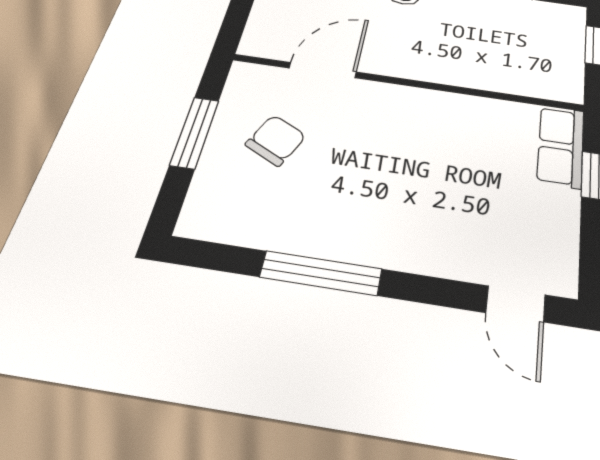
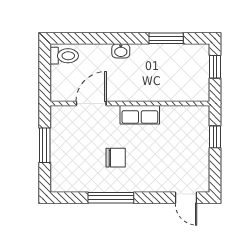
chair: (276, 140) -> (116, 158), moved, turned 64
row of seats: (561, 146) -> (140, 115), moved, turned -90

